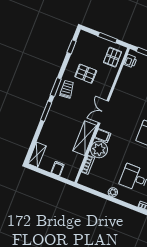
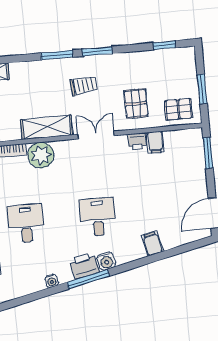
printer: (130, 61) -> (137, 141), moved
pallet: (86, 74) -> (136, 103), moved
trolley: (67, 89) -> (84, 85), moved
filing cabinet: (103, 136) -> (155, 142), moved

